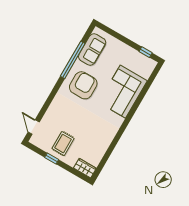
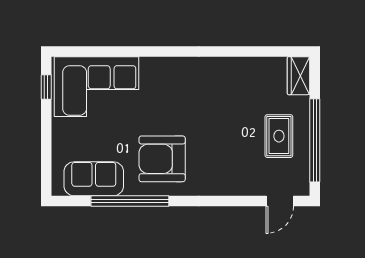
corner sofa: (123, 92) -> (96, 87), moved
rug: (63, 144) -> (279, 136), turned 90
window: (52, 159) -> (315, 140), width x3.17

